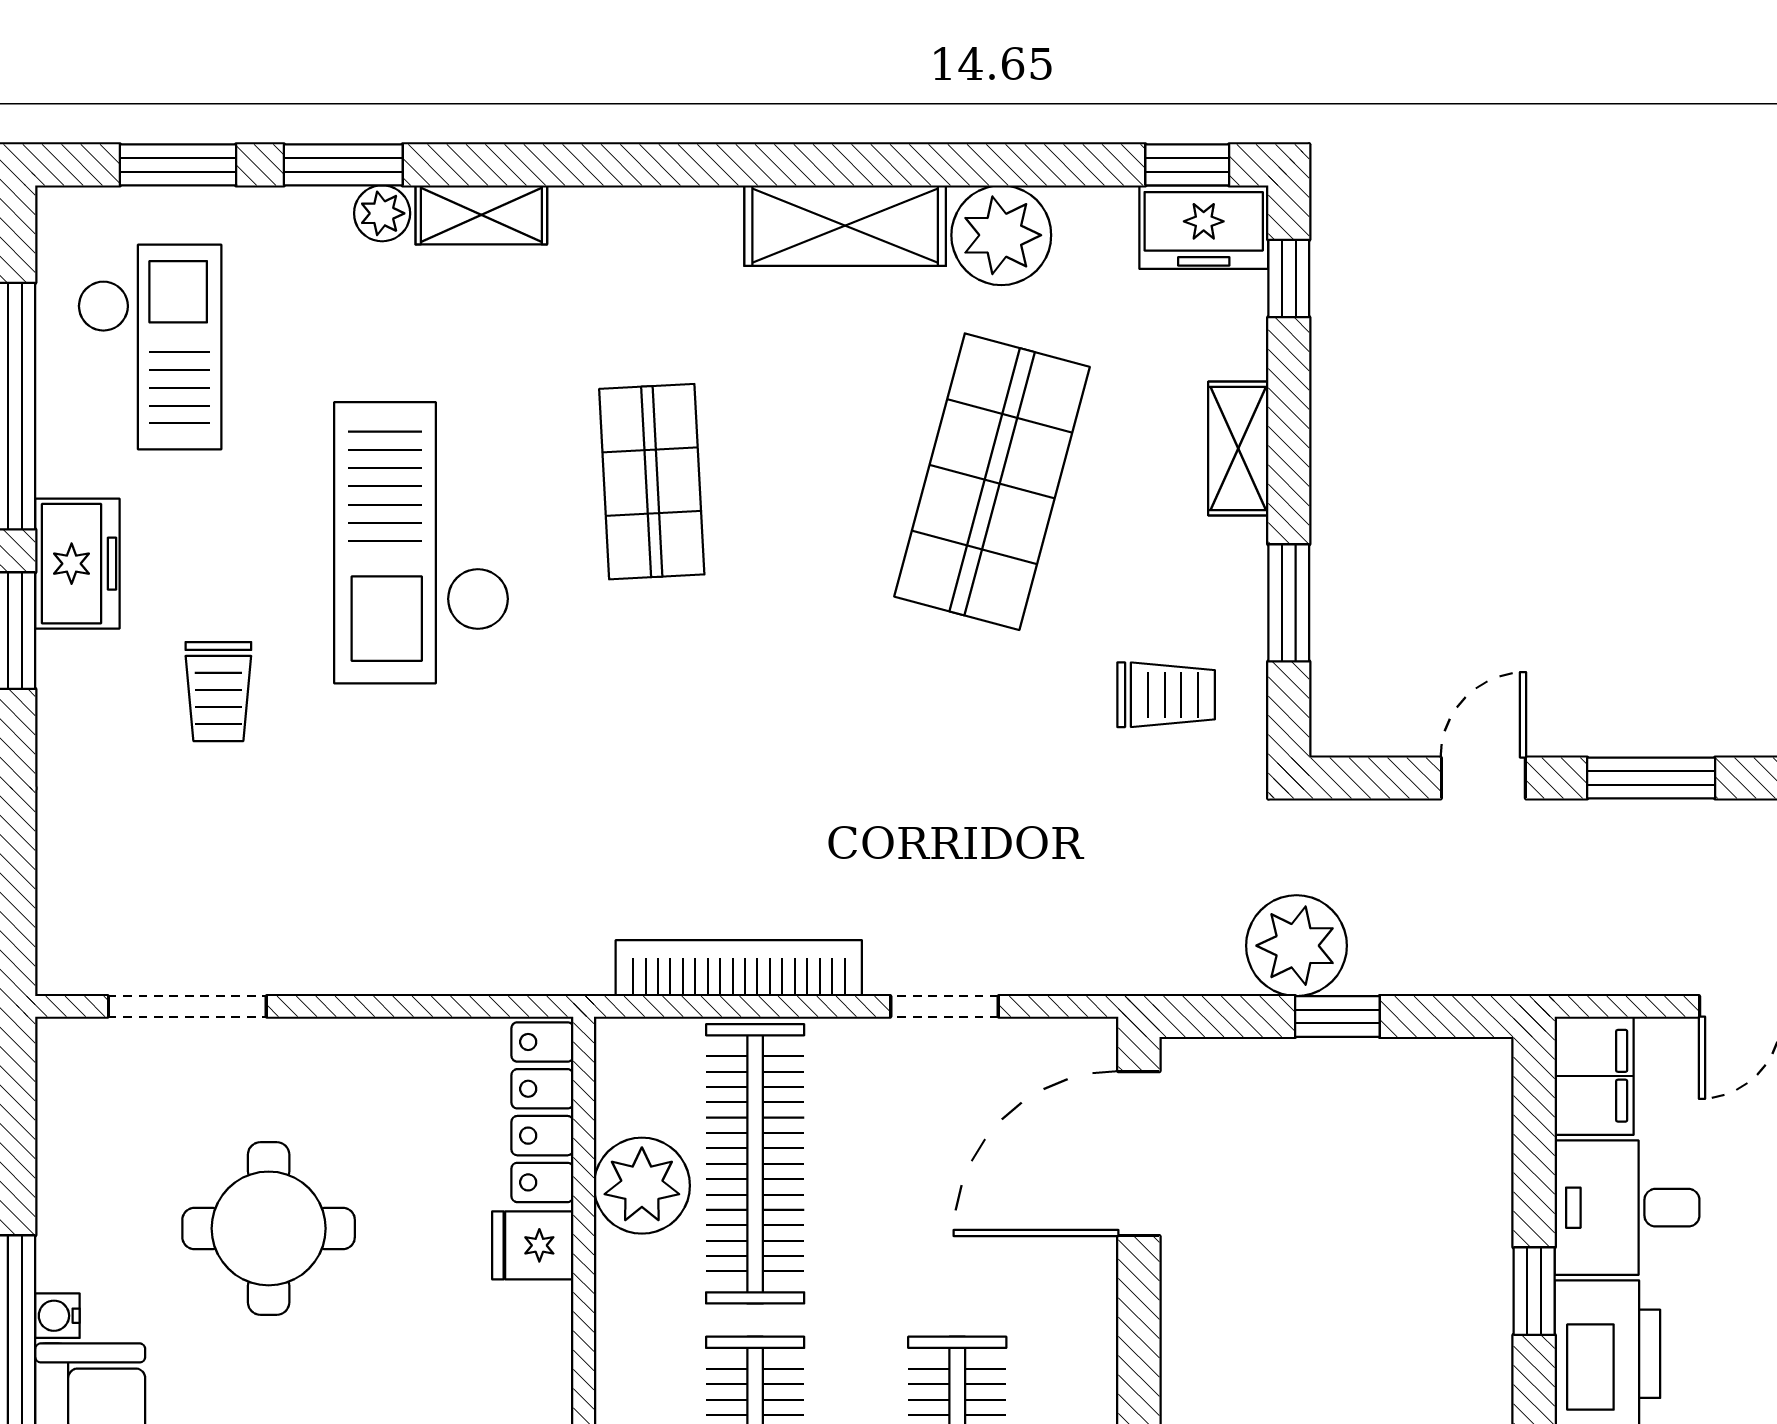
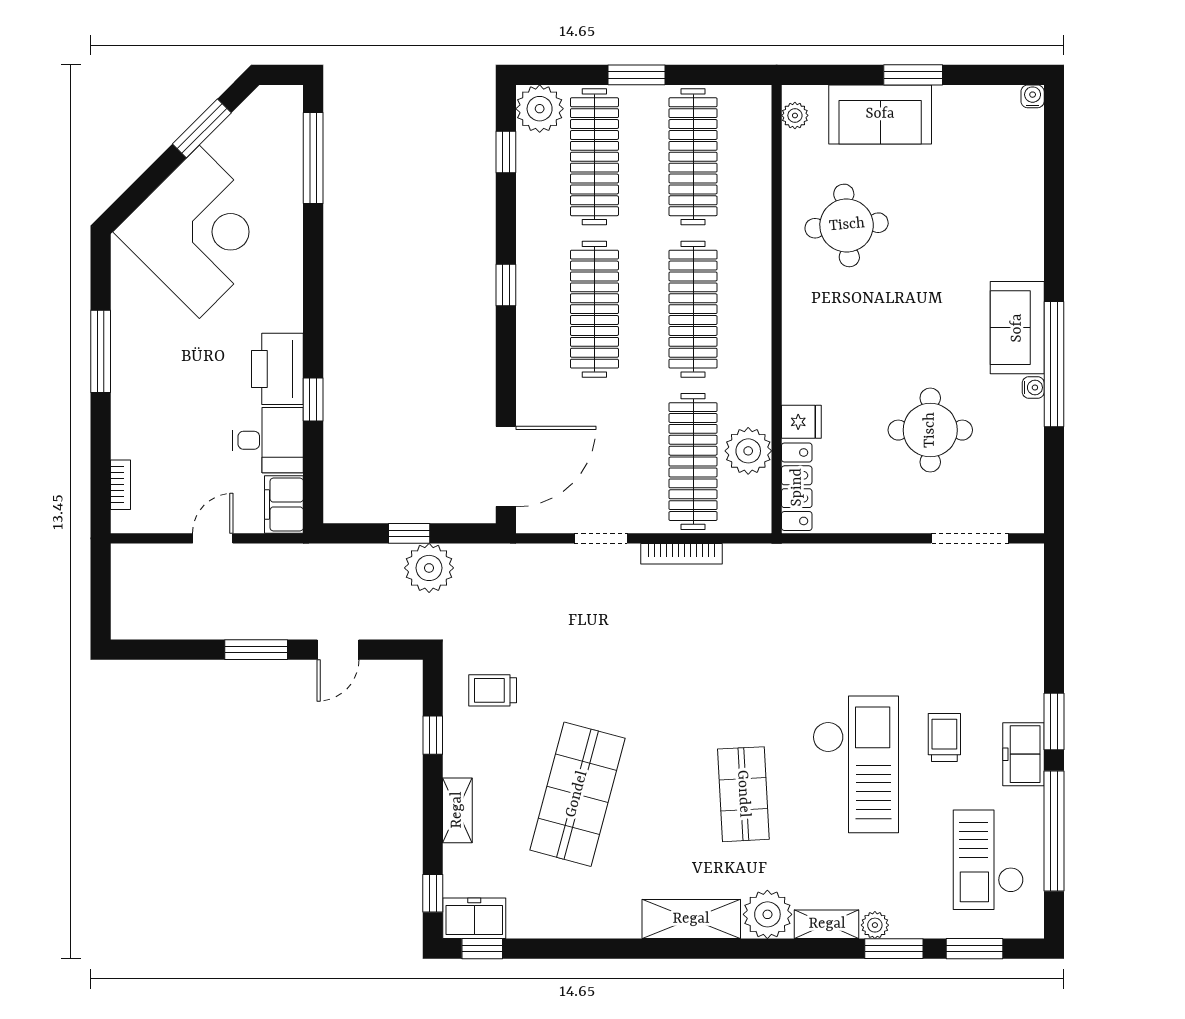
shelving: (845, 226) -> (691, 919), moved
plant: (1001, 235) -> (767, 914), moved
window: (1289, 603) -> (433, 735), width x0.67
trolley: (218, 692) -> (944, 738), moved
bookcase: (739, 968) -> (681, 554), width x0.68, depth x0.76

